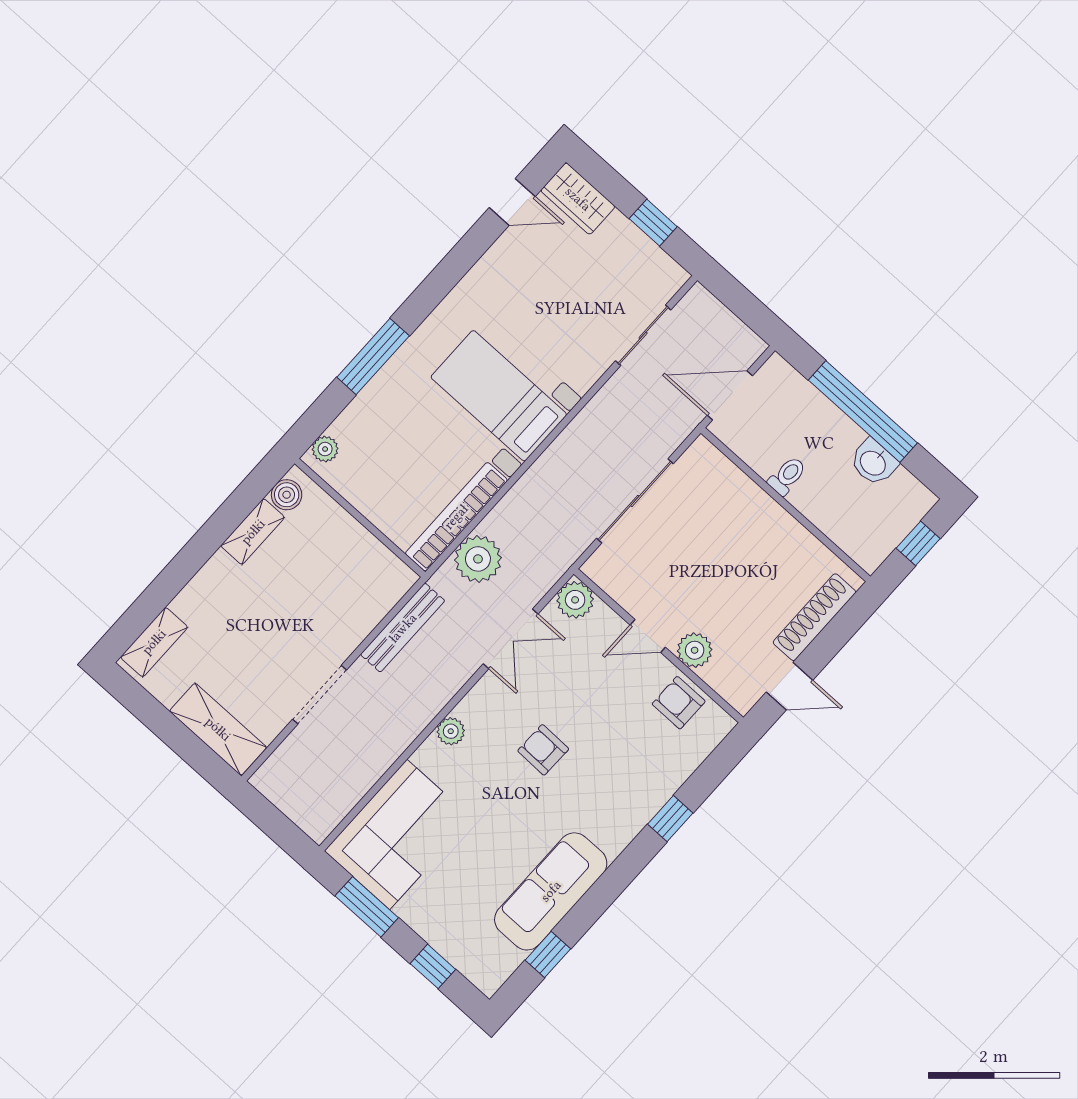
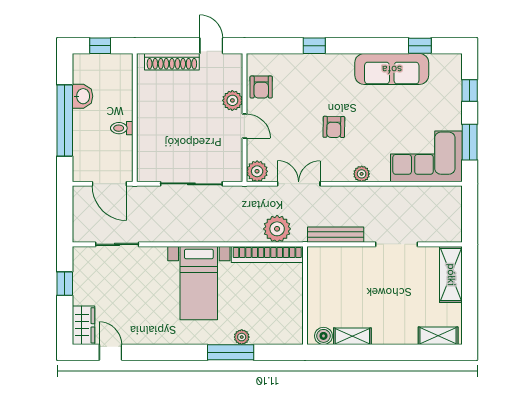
plant: (325, 449) -> (242, 337), moved

